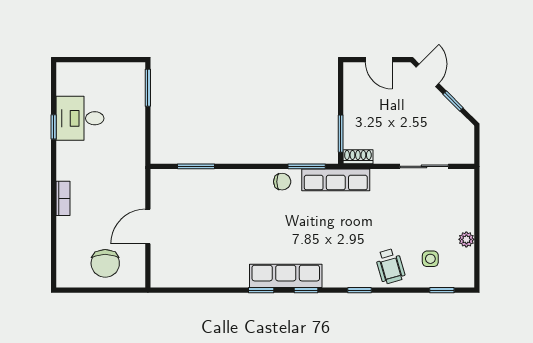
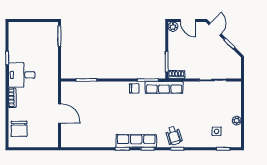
plant: (352, 71) -> (173, 27), added
desk: (80, 118) -> (22, 75), moved
door: (148, 227) -> (59, 113), swing flipped
chair: (105, 263) -> (19, 129), moved
wheelchair: (390, 266) -> (174, 136), moved

